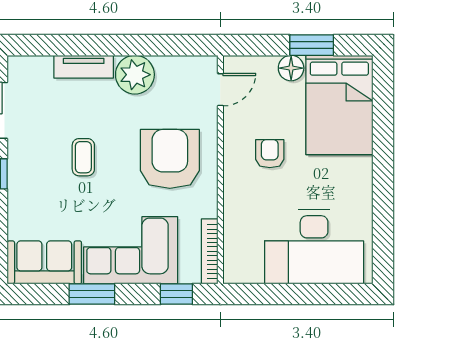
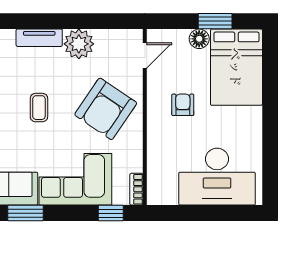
armchair: (170, 159) -> (106, 109), turned -146
bookcase: (210, 251) -> (136, 189), width x0.64
window: (92, 294) -> (25, 213), moved

